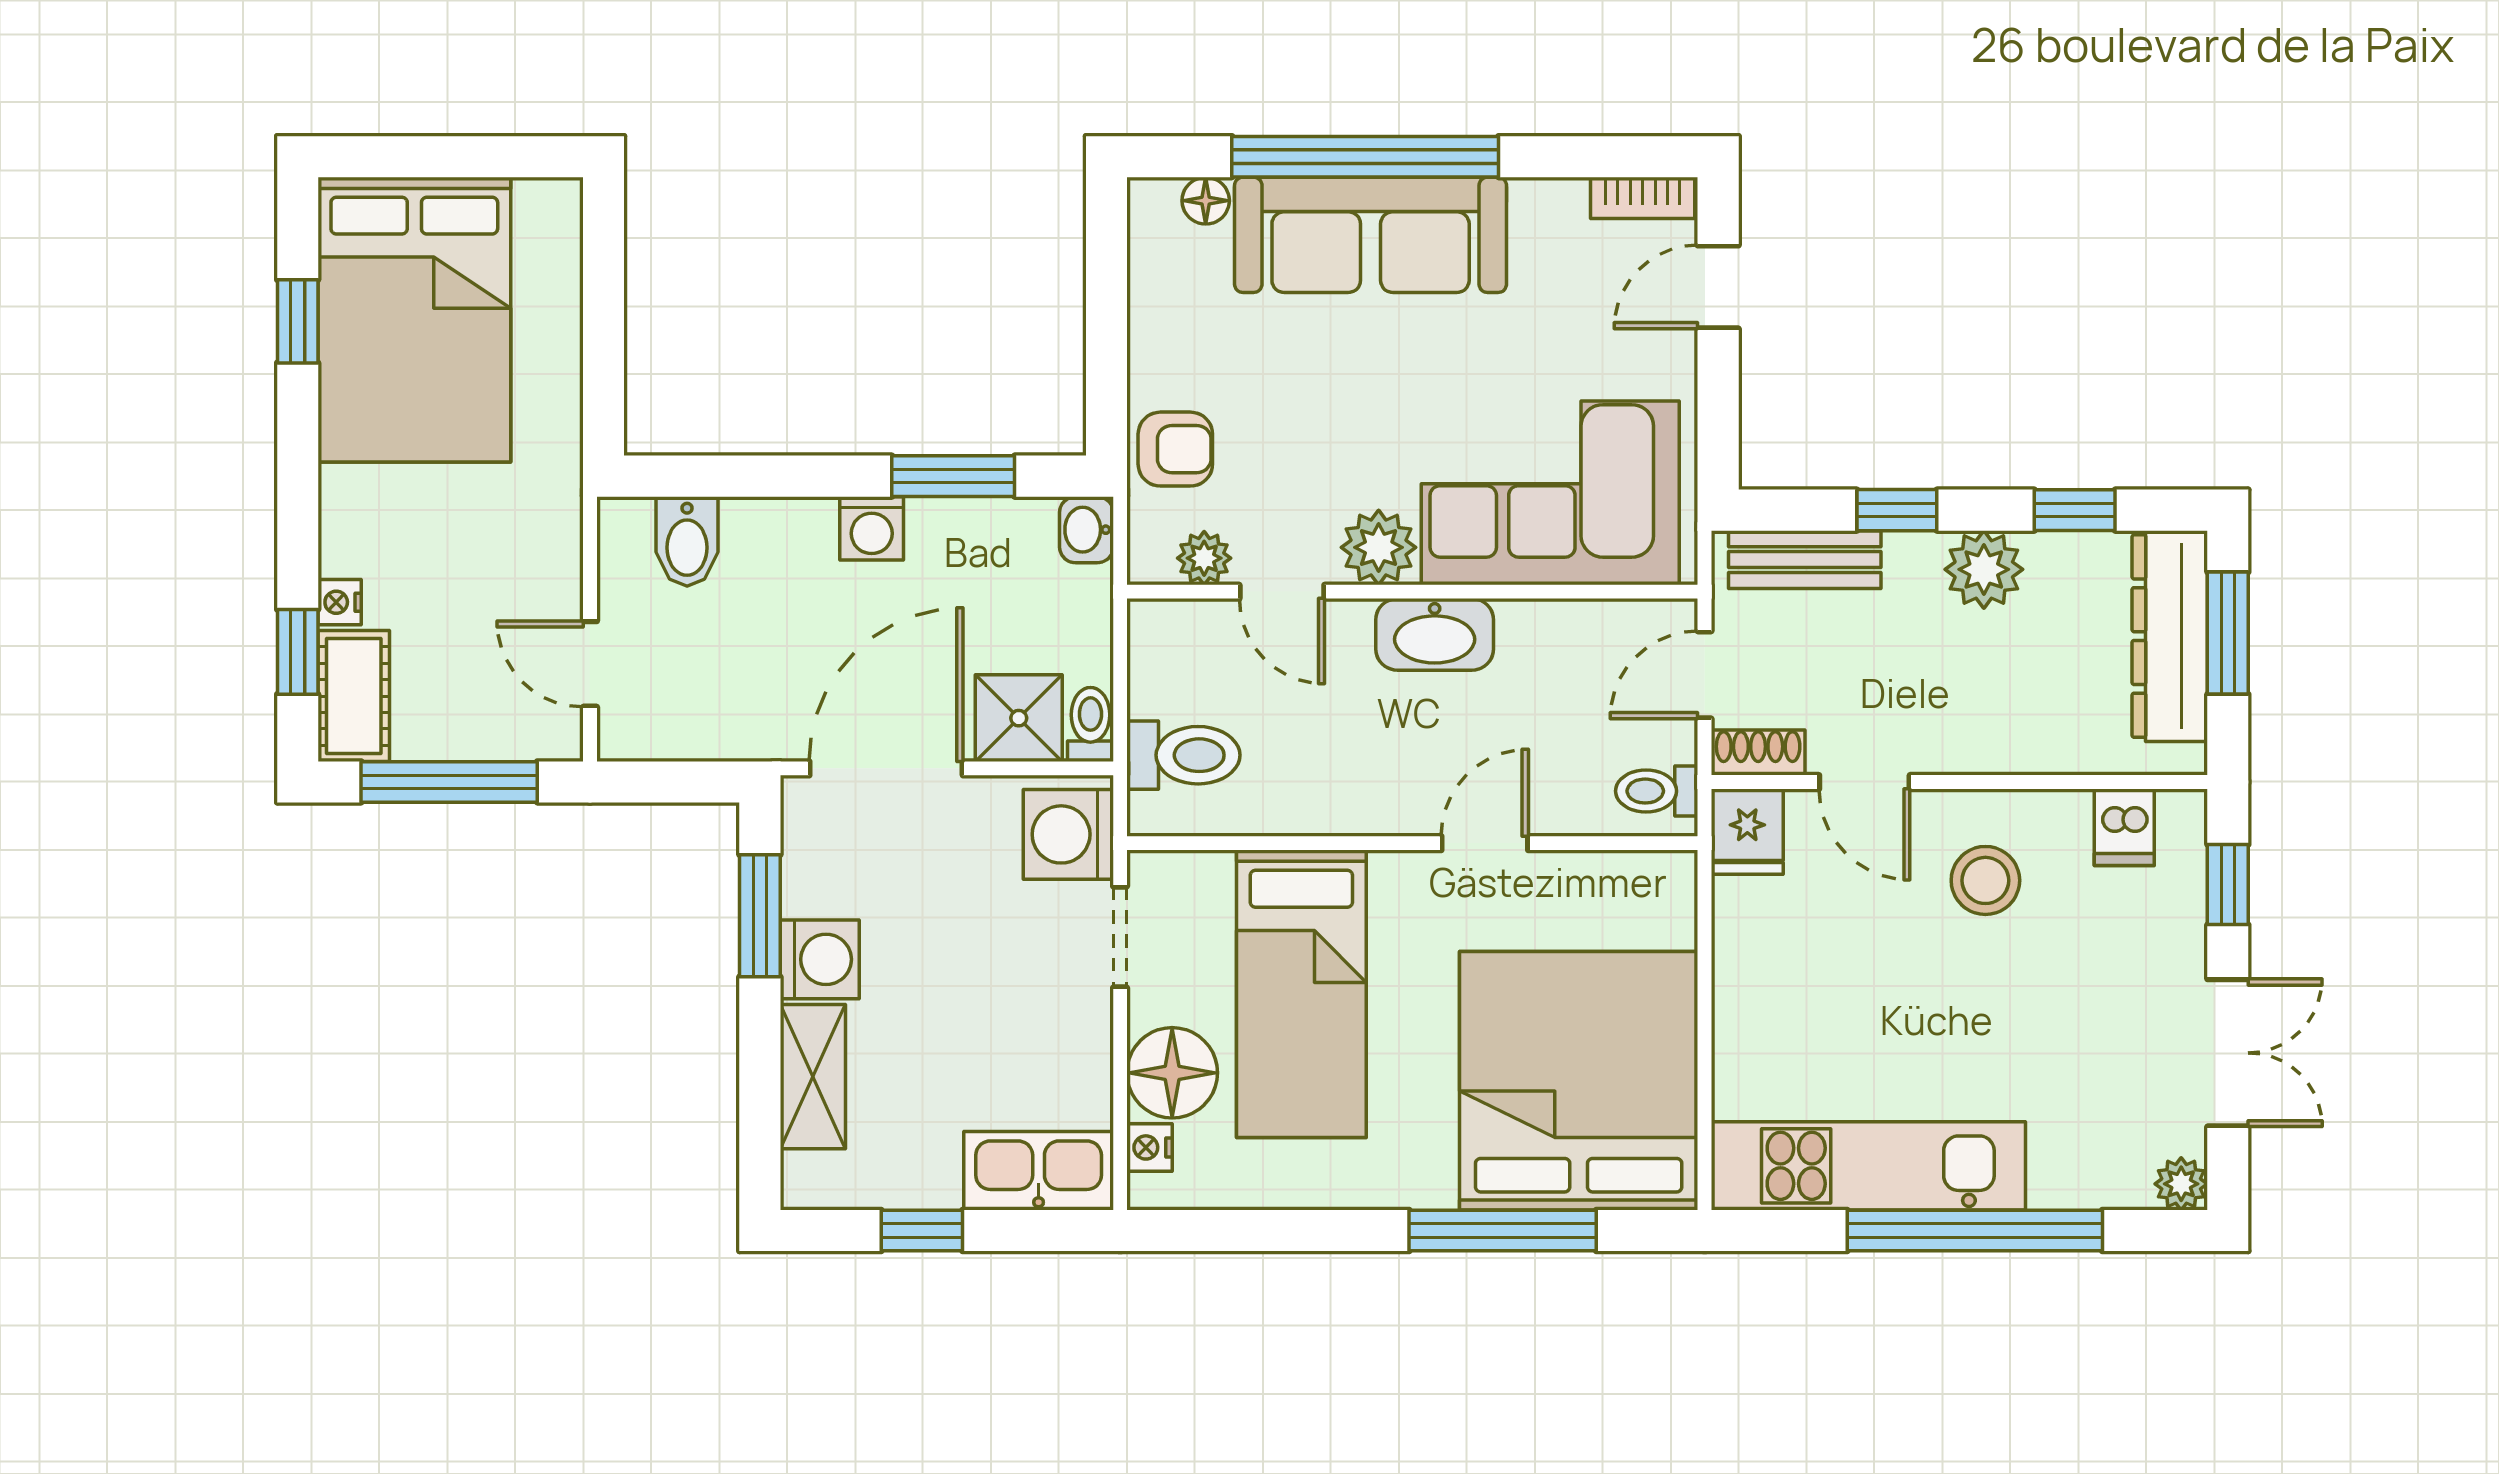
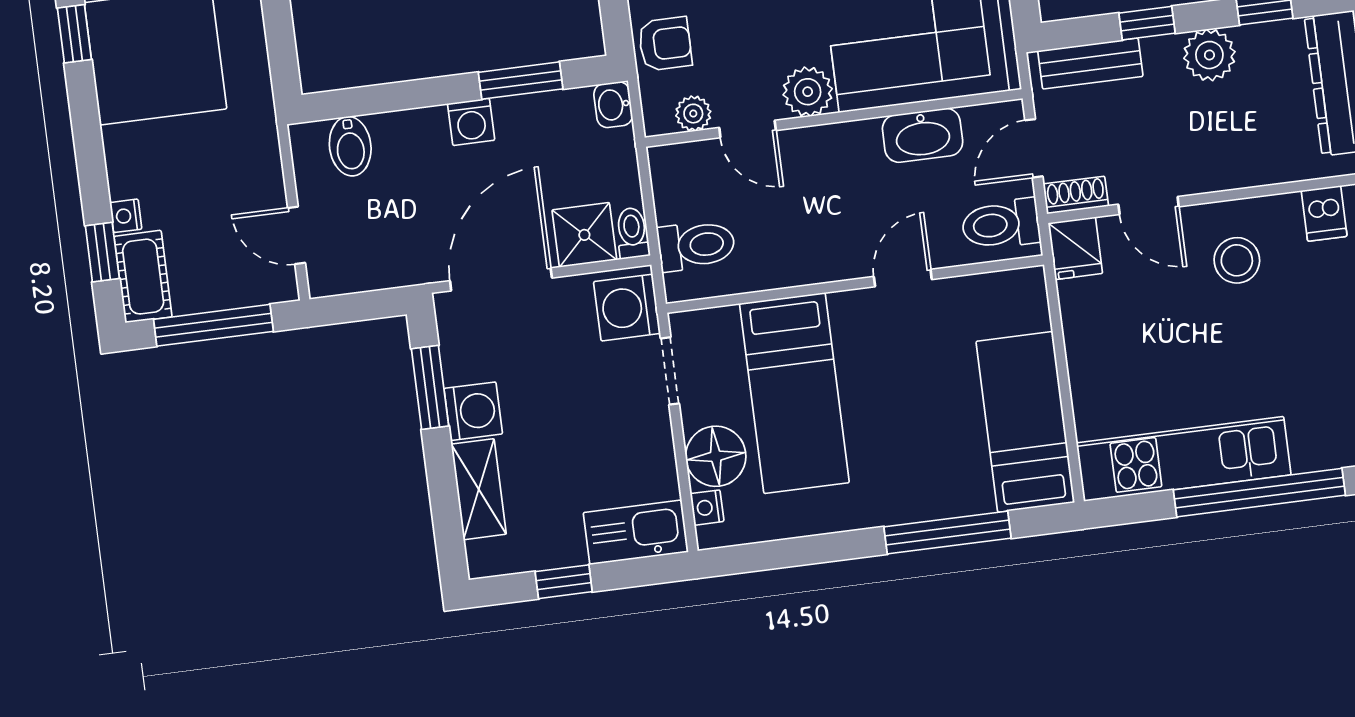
washbasin: (1435, 634) -> (923, 135), moved
toilet: (1657, 791) -> (1001, 224), width x1.37, depth x1.39
bed: (1579, 1081) -> (1025, 422), width x0.49

